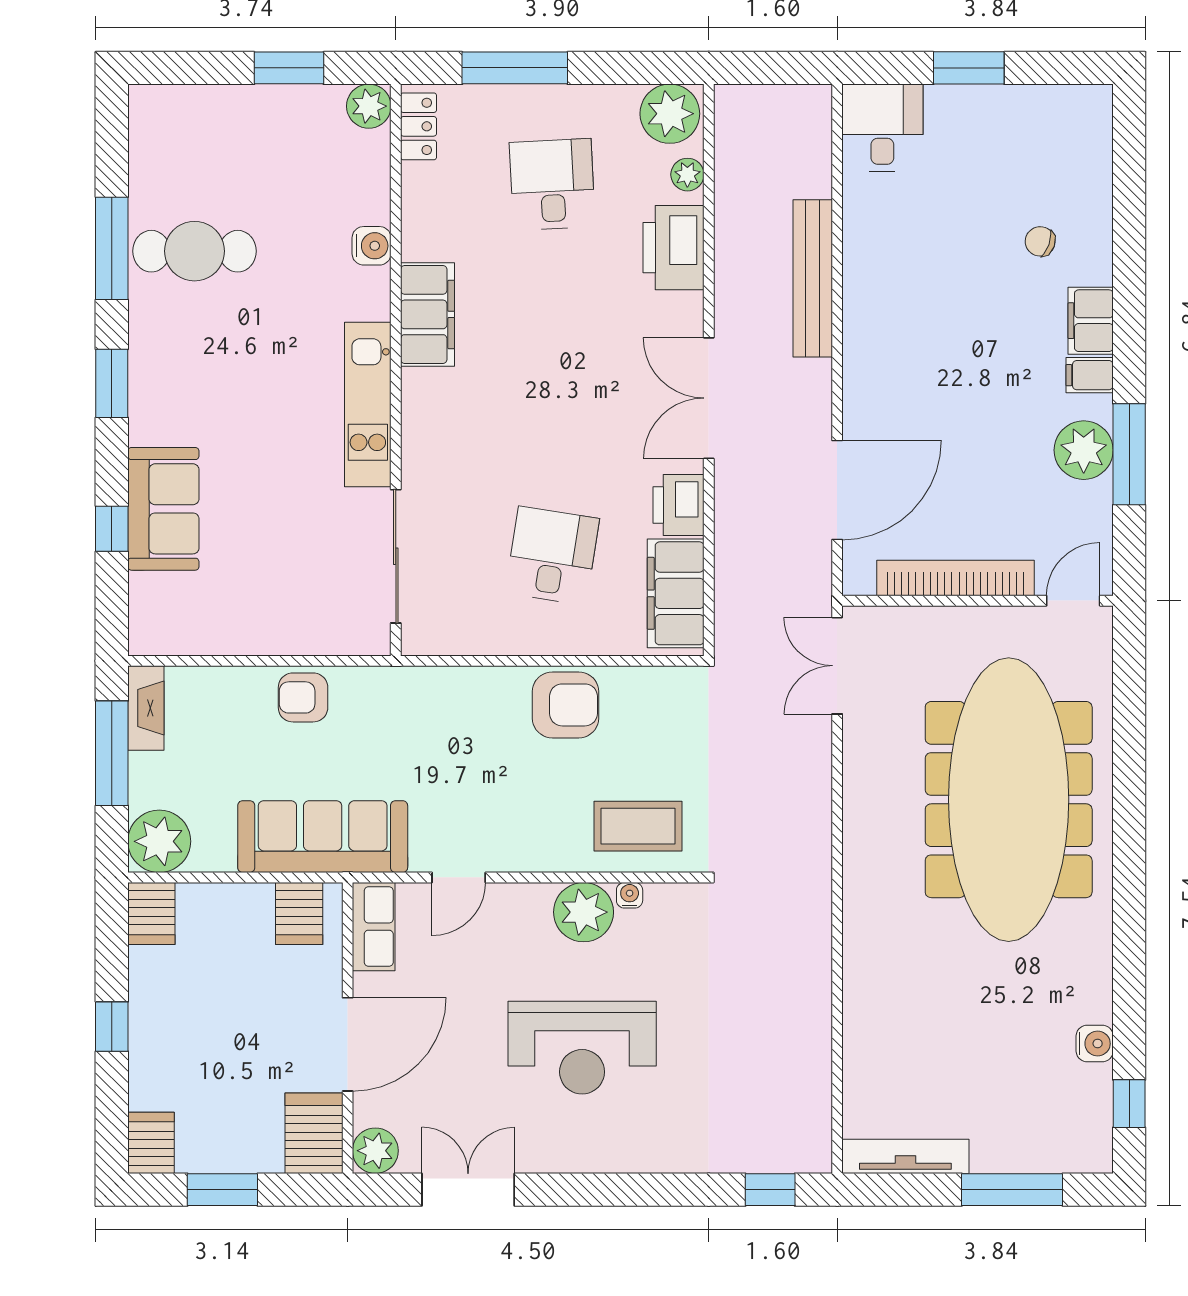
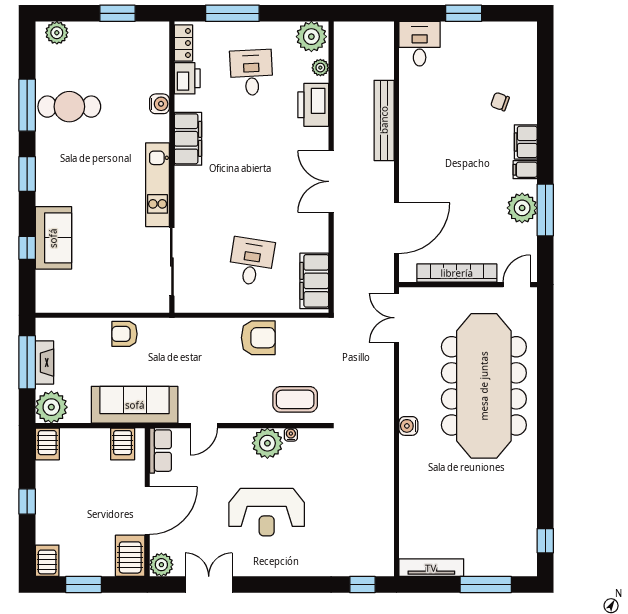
plant: (369, 106) -> (57, 33), moved
printer: (679, 505) -> (187, 78), moved, turned 180
fireplace: (146, 708) -> (45, 363), moved
water cooler: (1095, 1044) -> (408, 426), moved, turned 180

